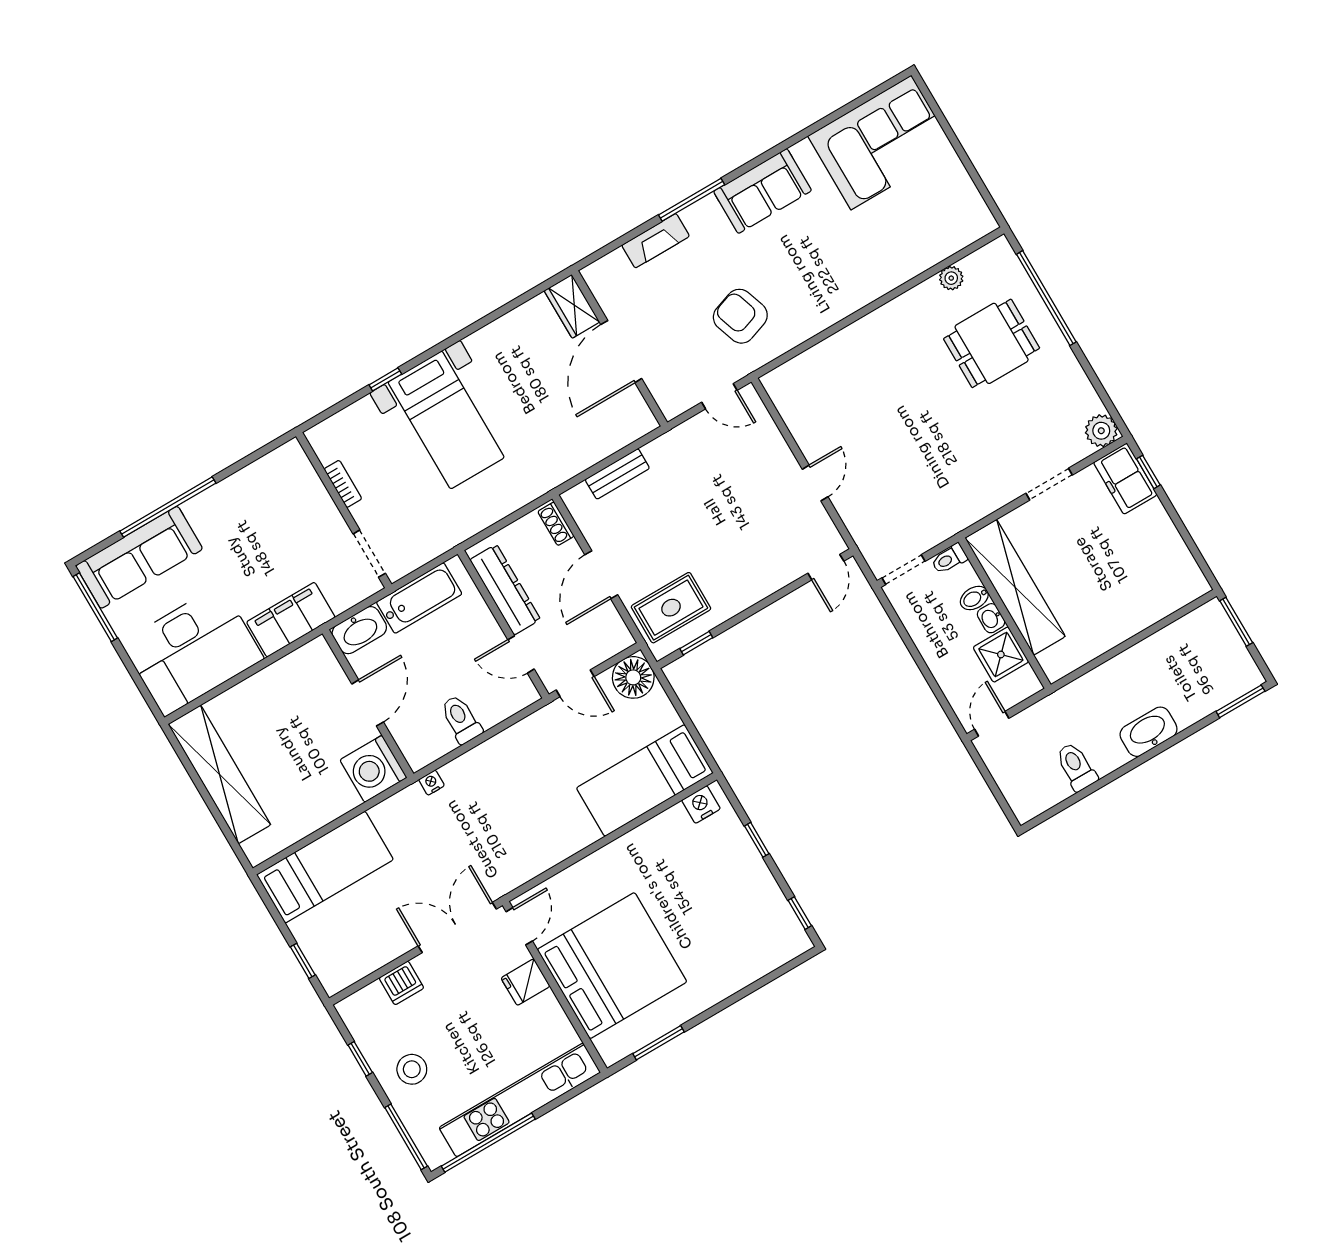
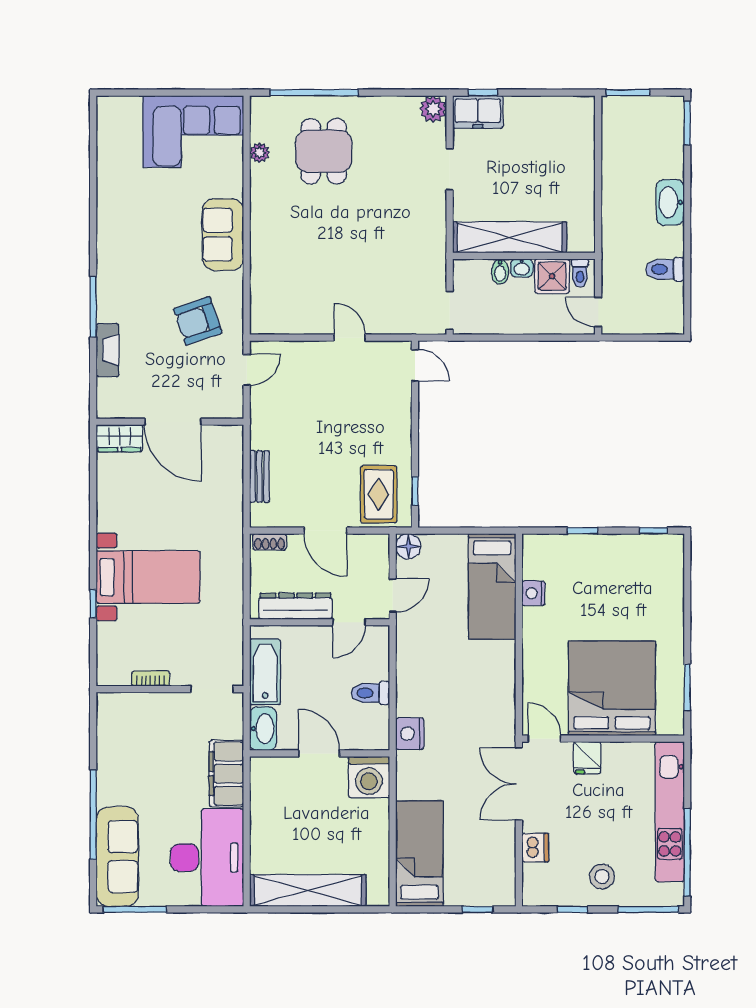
corner sofa: (881, 143) -> (193, 131), moved, turned 90
sofa: (763, 191) -> (223, 235), moved, turned 180
toilet: (949, 559) -> (580, 273), moved
floor lamp: (633, 677) -> (408, 546), width x0.73, depth x0.73
nightstand: (432, 783) -> (410, 734), width x1.89, depth x1.79
nightstand: (701, 804) -> (533, 593), moved

